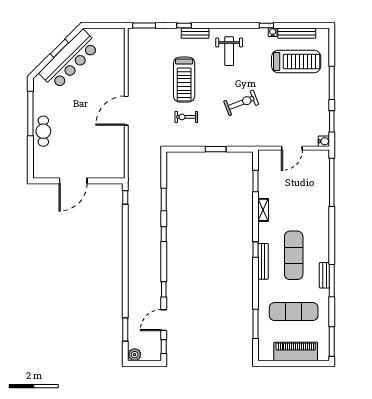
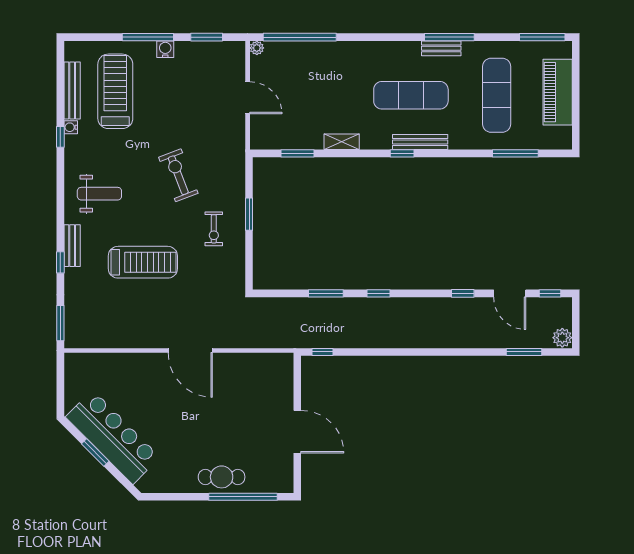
window: (30, 113) -> (243, 497), moved
exercise bike: (186, 117) -> (214, 229), moved
water cooler: (324, 141) -> (165, 49), moved
plant: (325, 154) -> (257, 48), added

